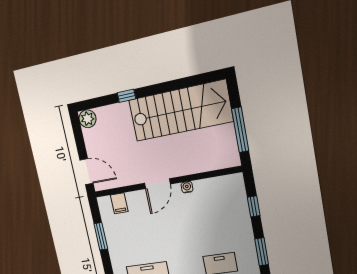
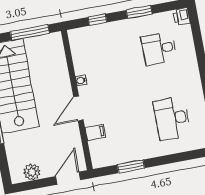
plant: (88, 119) -> (32, 172), moved
door: (157, 184) -> (78, 108), swing flipped
filing cabinet: (119, 203) -> (95, 132), moved

